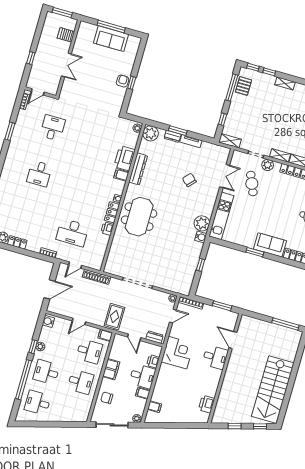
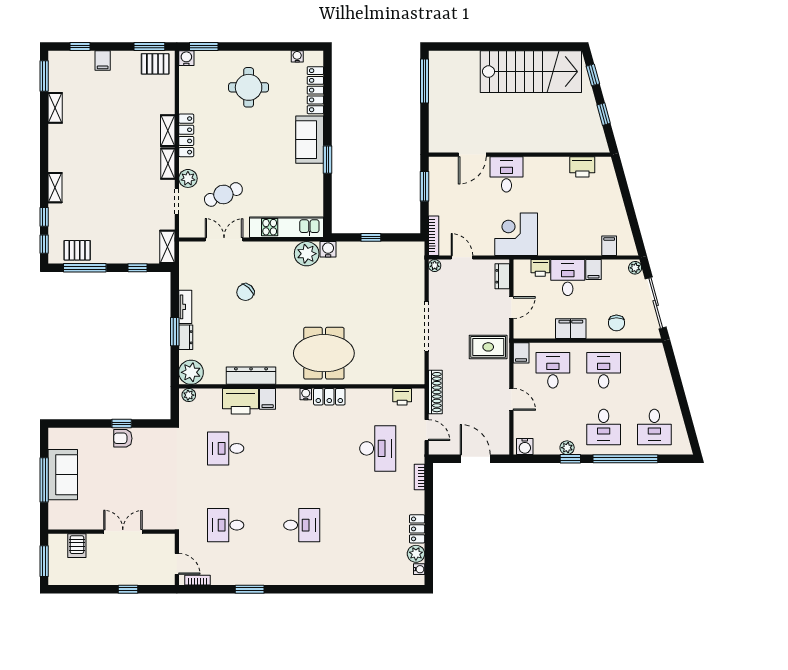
desk: (99, 141) -> (226, 448), added
printer: (107, 229) -> (402, 397), moved

